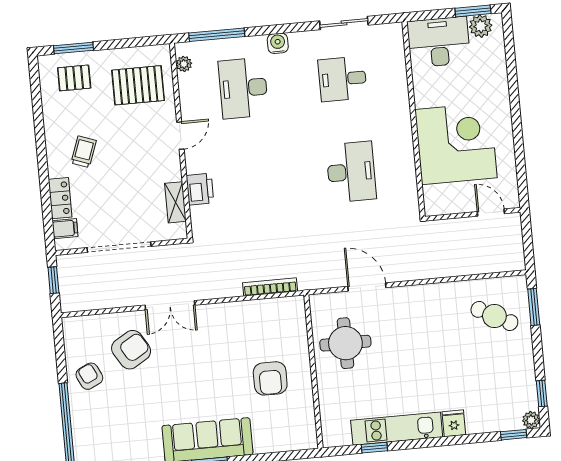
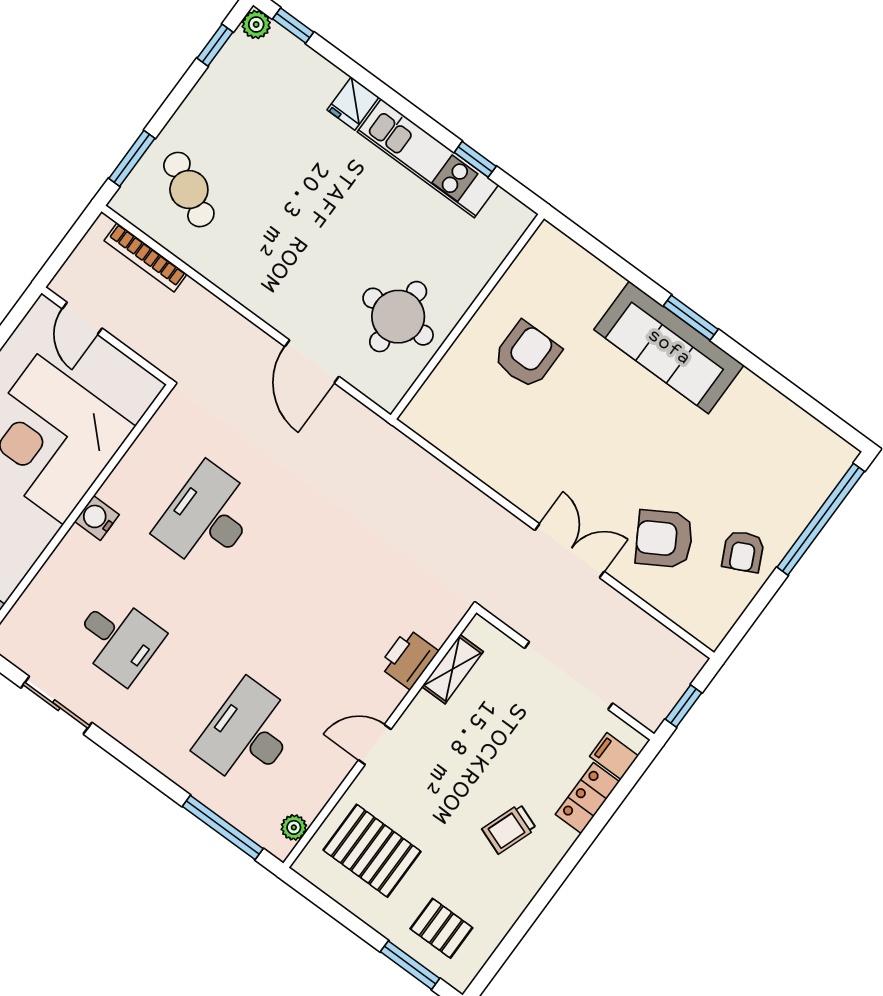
water cooler: (278, 43) -> (97, 518), moved, turned 90
desk: (243, 88) -> (248, 734), turned 180
bookcase: (270, 287) -> (146, 257), moved

